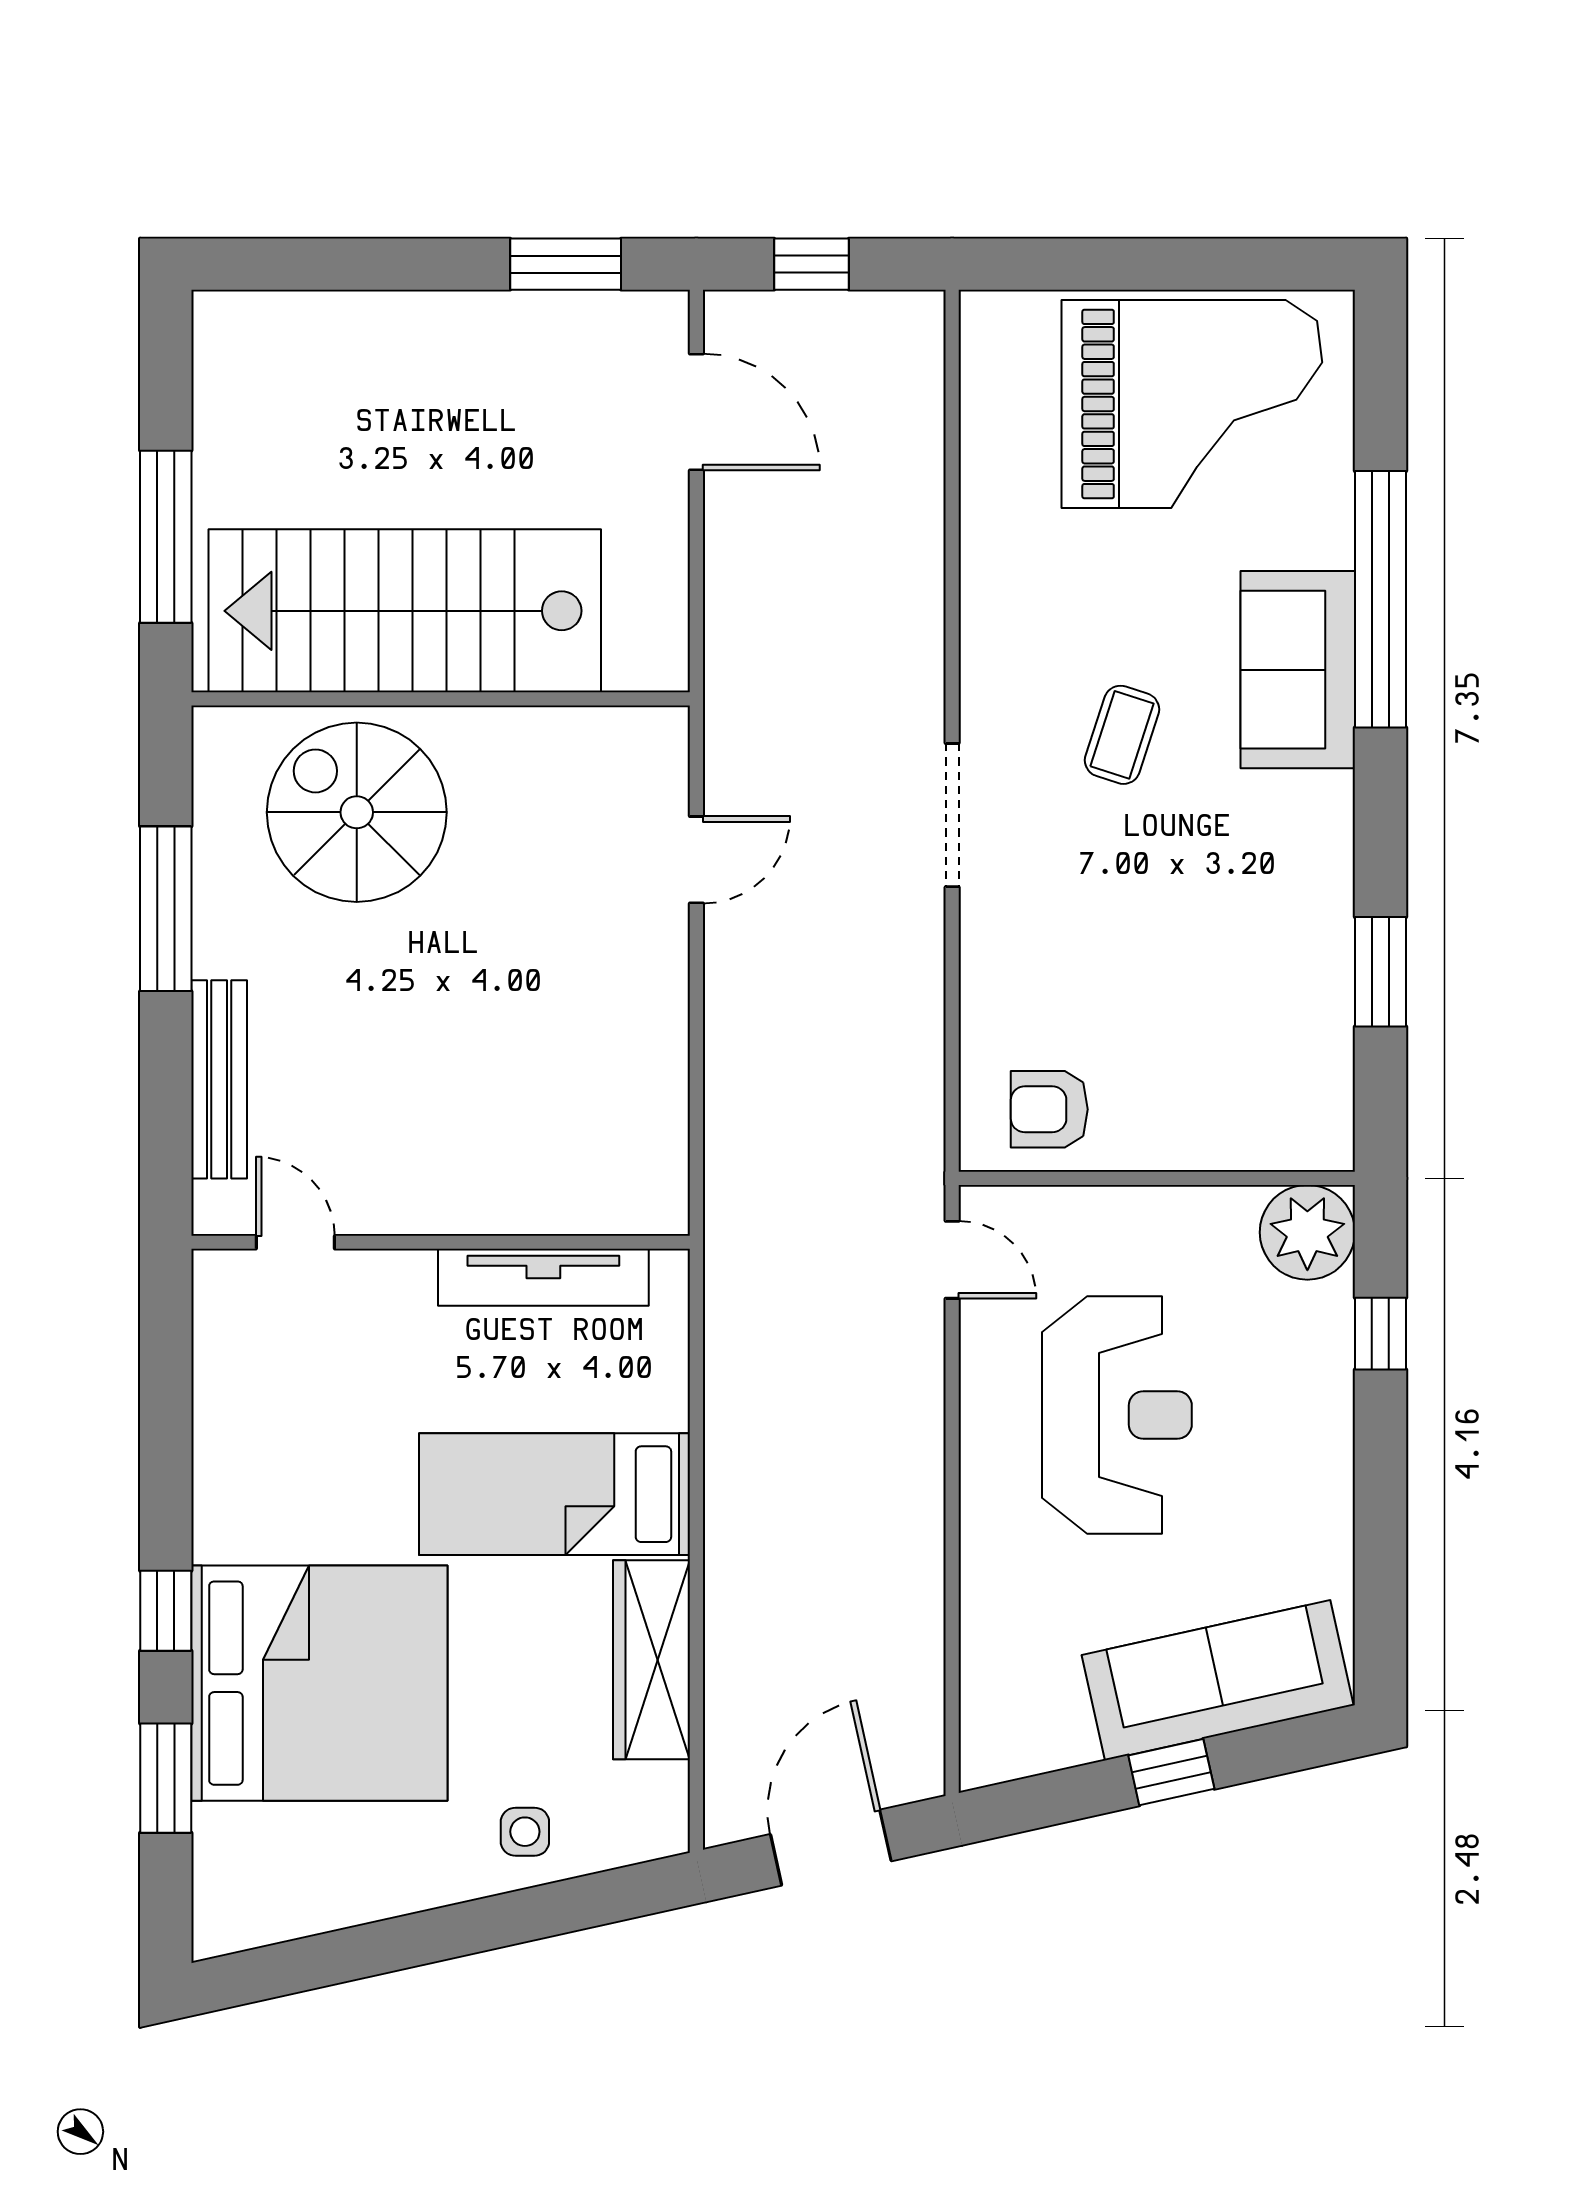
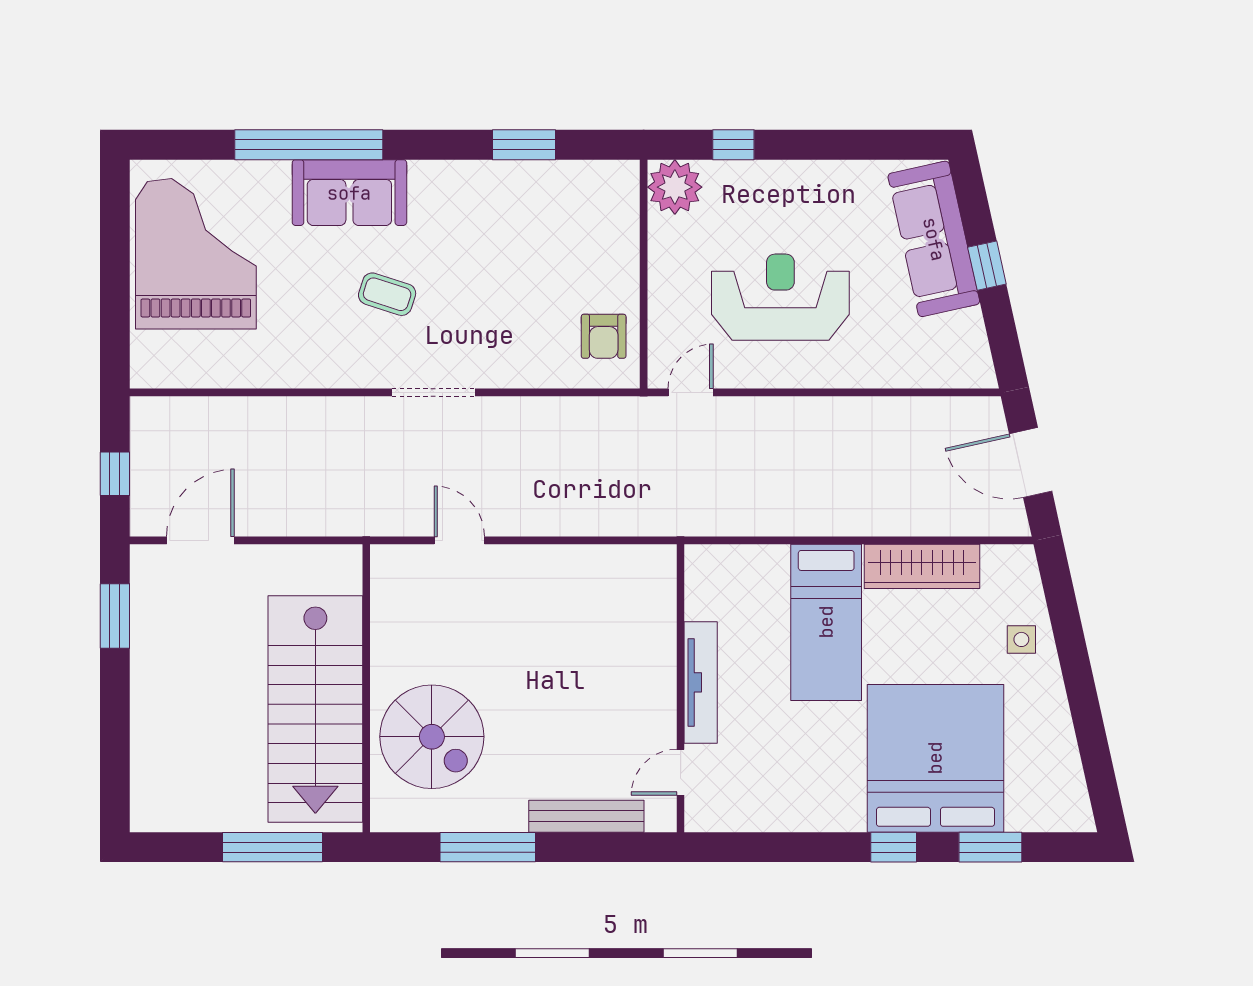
spiral stairs: (357, 812) -> (432, 737), turned -90
tv unit: (543, 1277) -> (701, 682), moved

